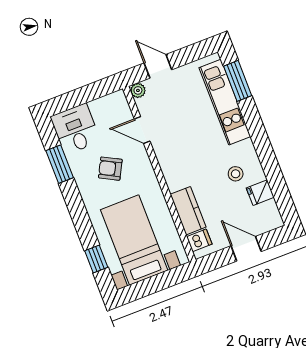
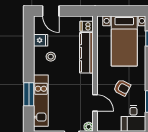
window: (238, 81) -> (29, 94), moved
kitchen counter: (188, 211) -> (86, 53), width x1.50
door: (246, 249) -> (51, 11), moved

